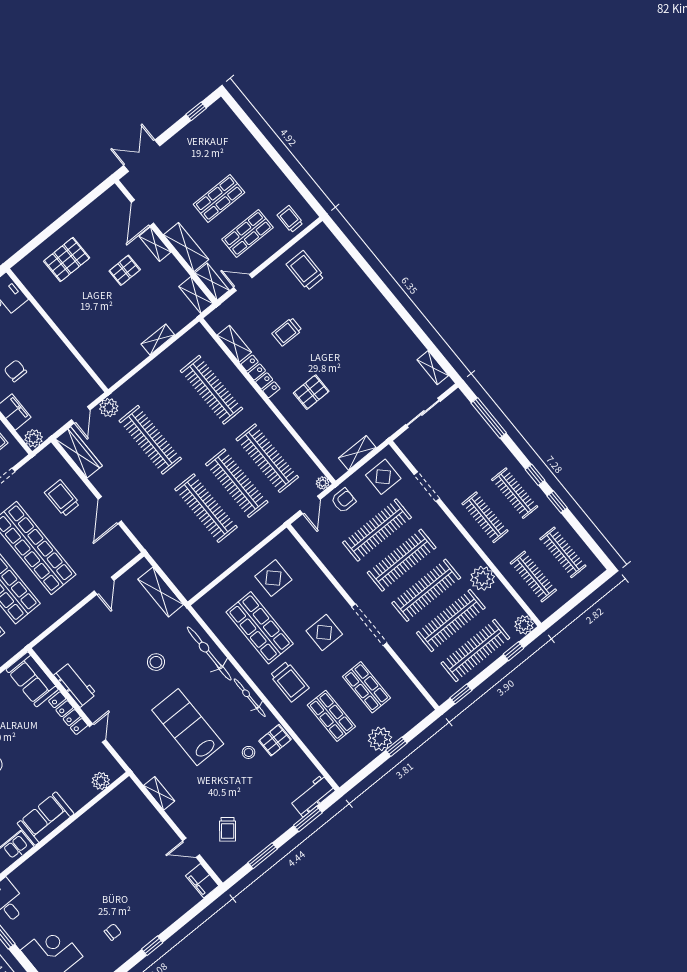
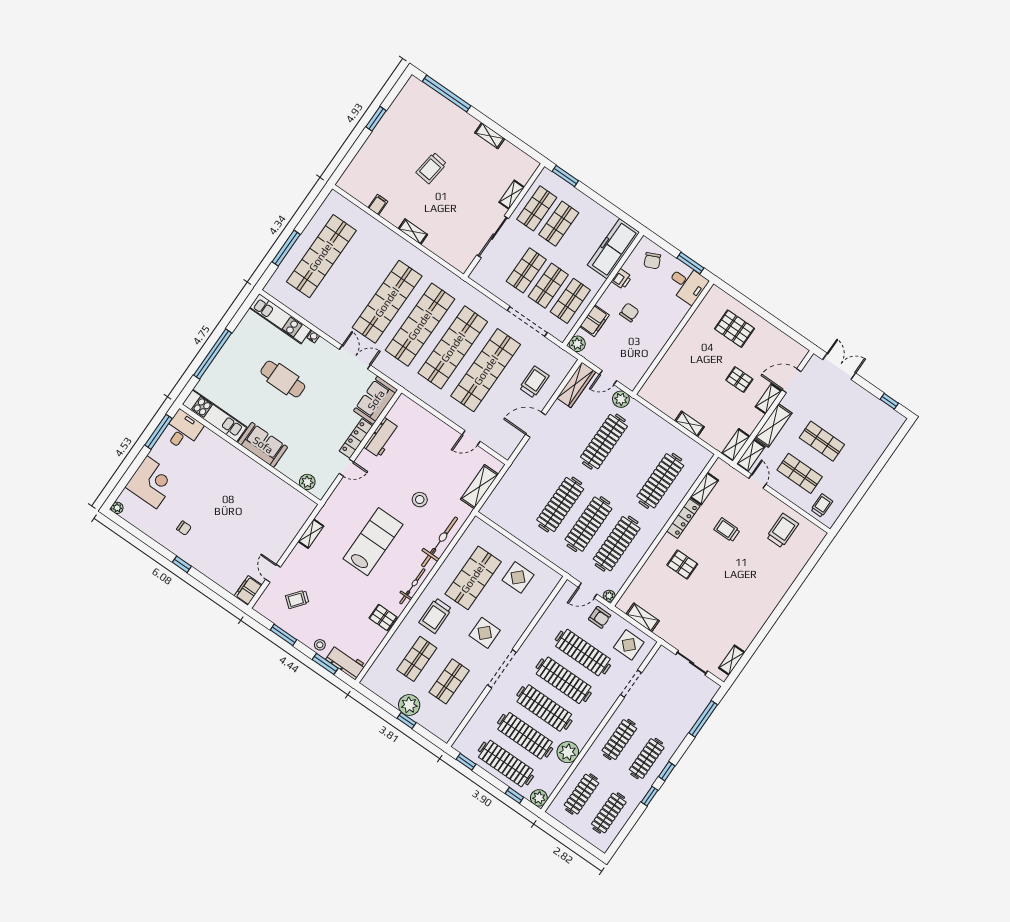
stool: (249, 752) -> (320, 645), moved

